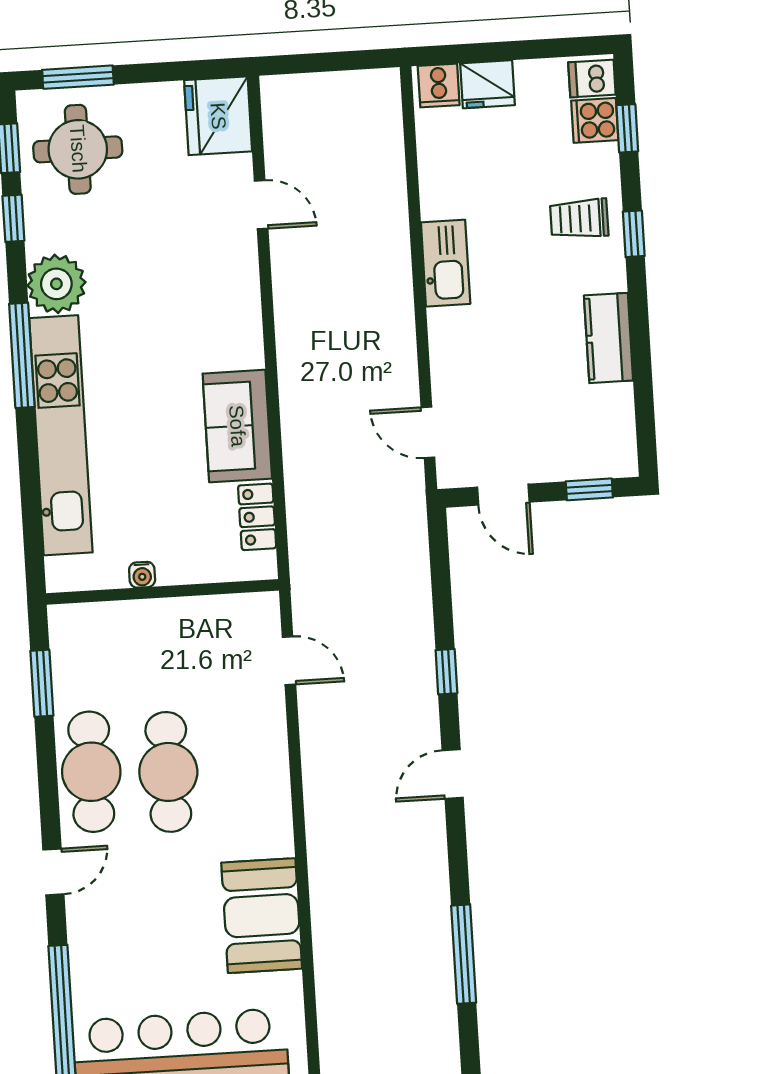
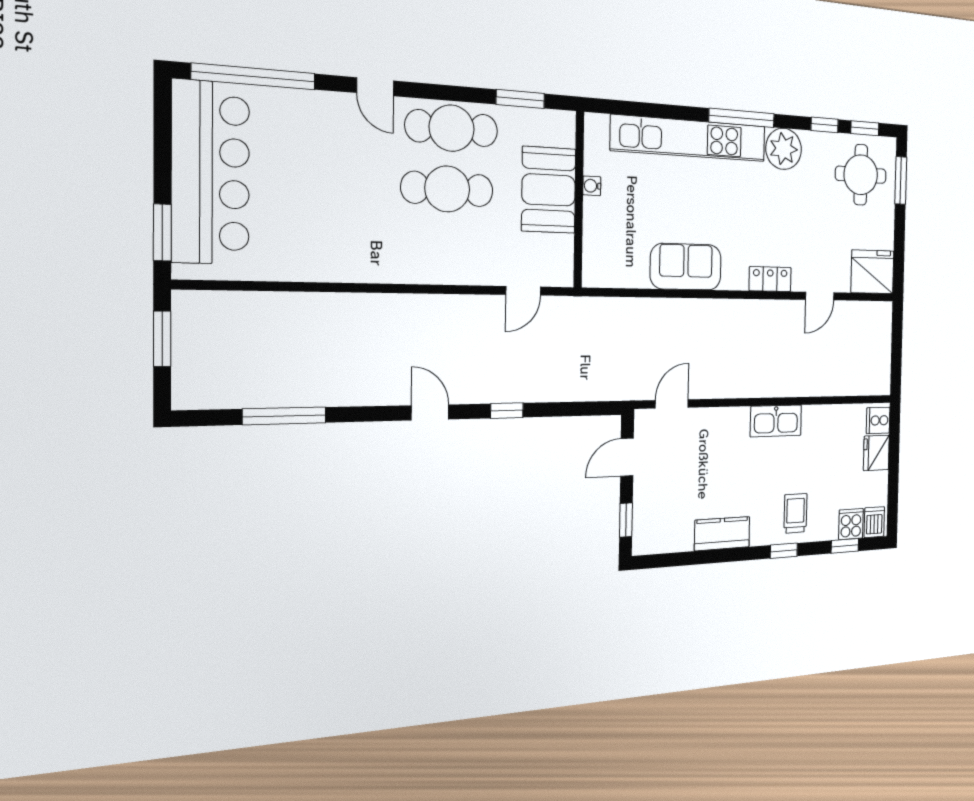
locker: (257, 517) -> (770, 279), moved
booth: (262, 916) -> (549, 190), moved, turned 90

